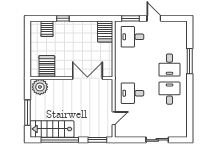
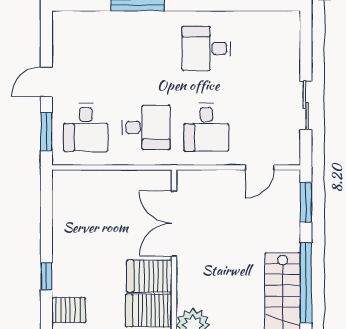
server rack: (105, 31) -> (149, 276), moved, turned 180
desk: (169, 65) -> (146, 127), moved
door: (114, 118) -> (260, 168), swing flipped
sliding door: (157, 140) -> (306, 105), moved

